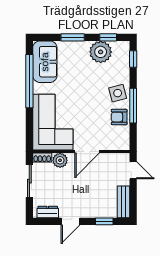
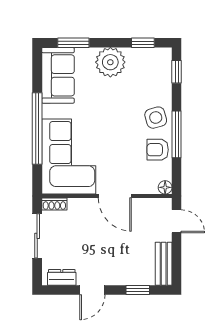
window: (73, 37) -> (73, 43), moved
plant: (101, 52) -> (110, 62), moved
window: (29, 81) -> (37, 129), moved
floor lamp: (125, 145) -> (165, 187), added
door: (87, 152) -> (115, 196), hinge flipped
plant: (60, 160) -> (78, 208), removed

